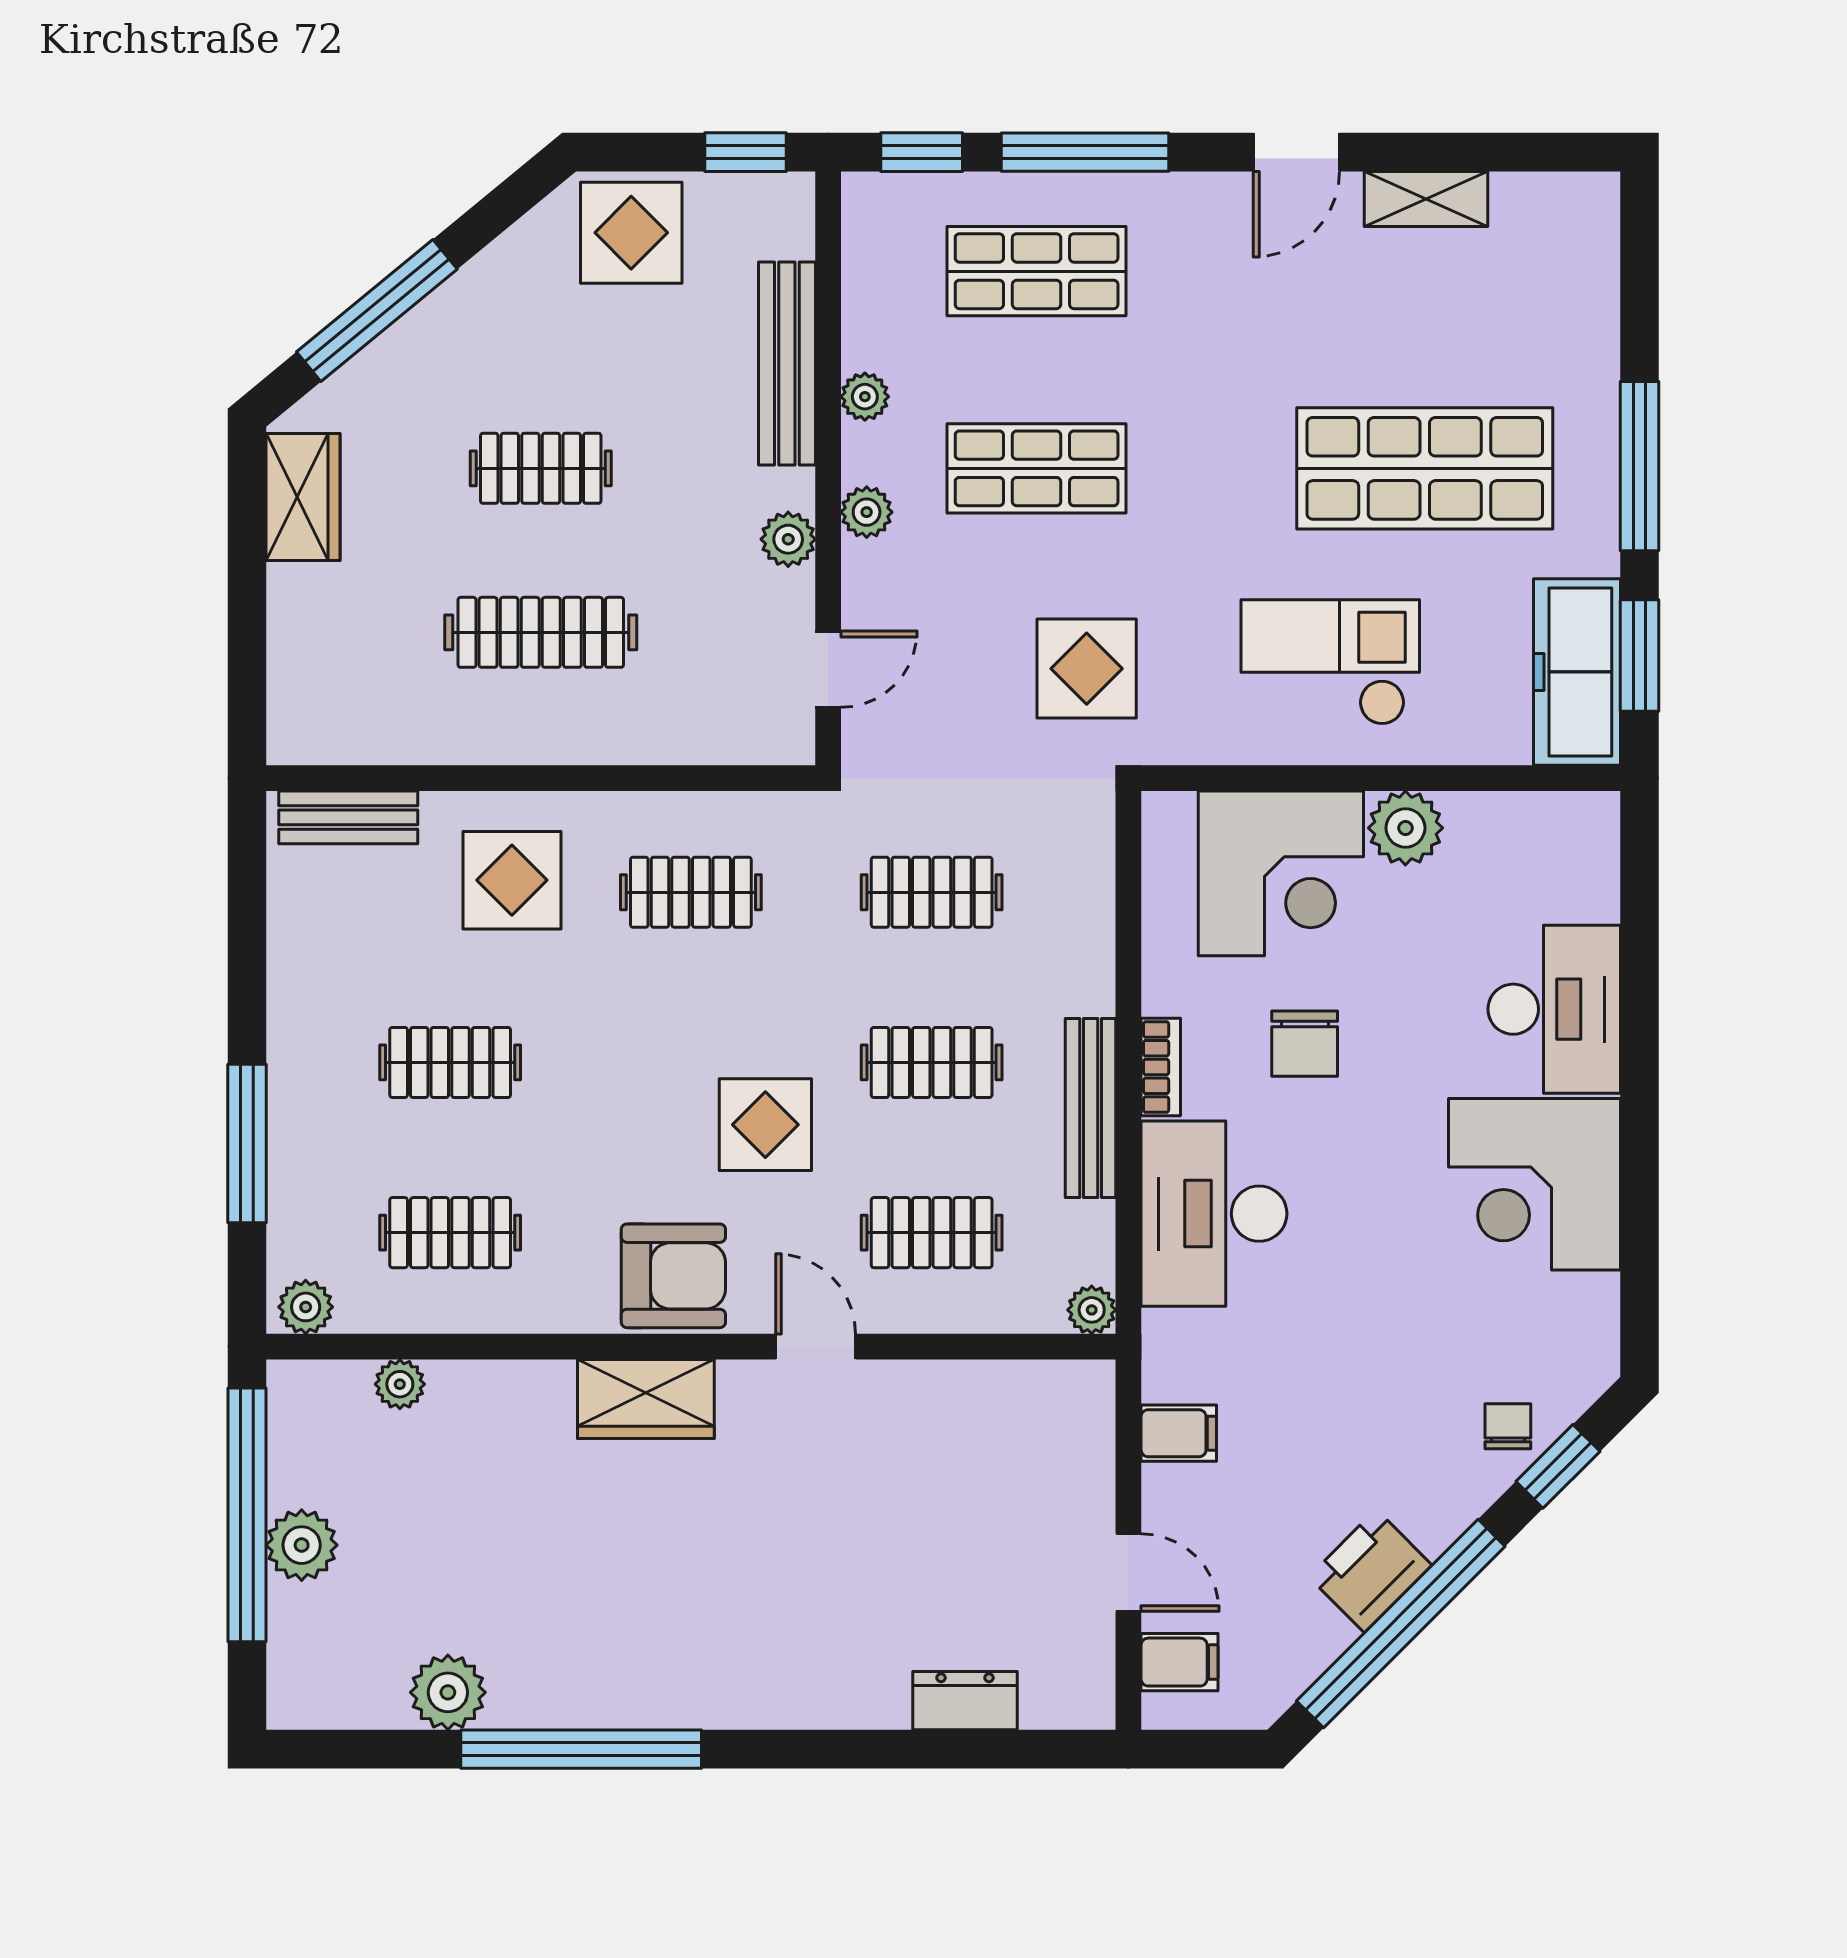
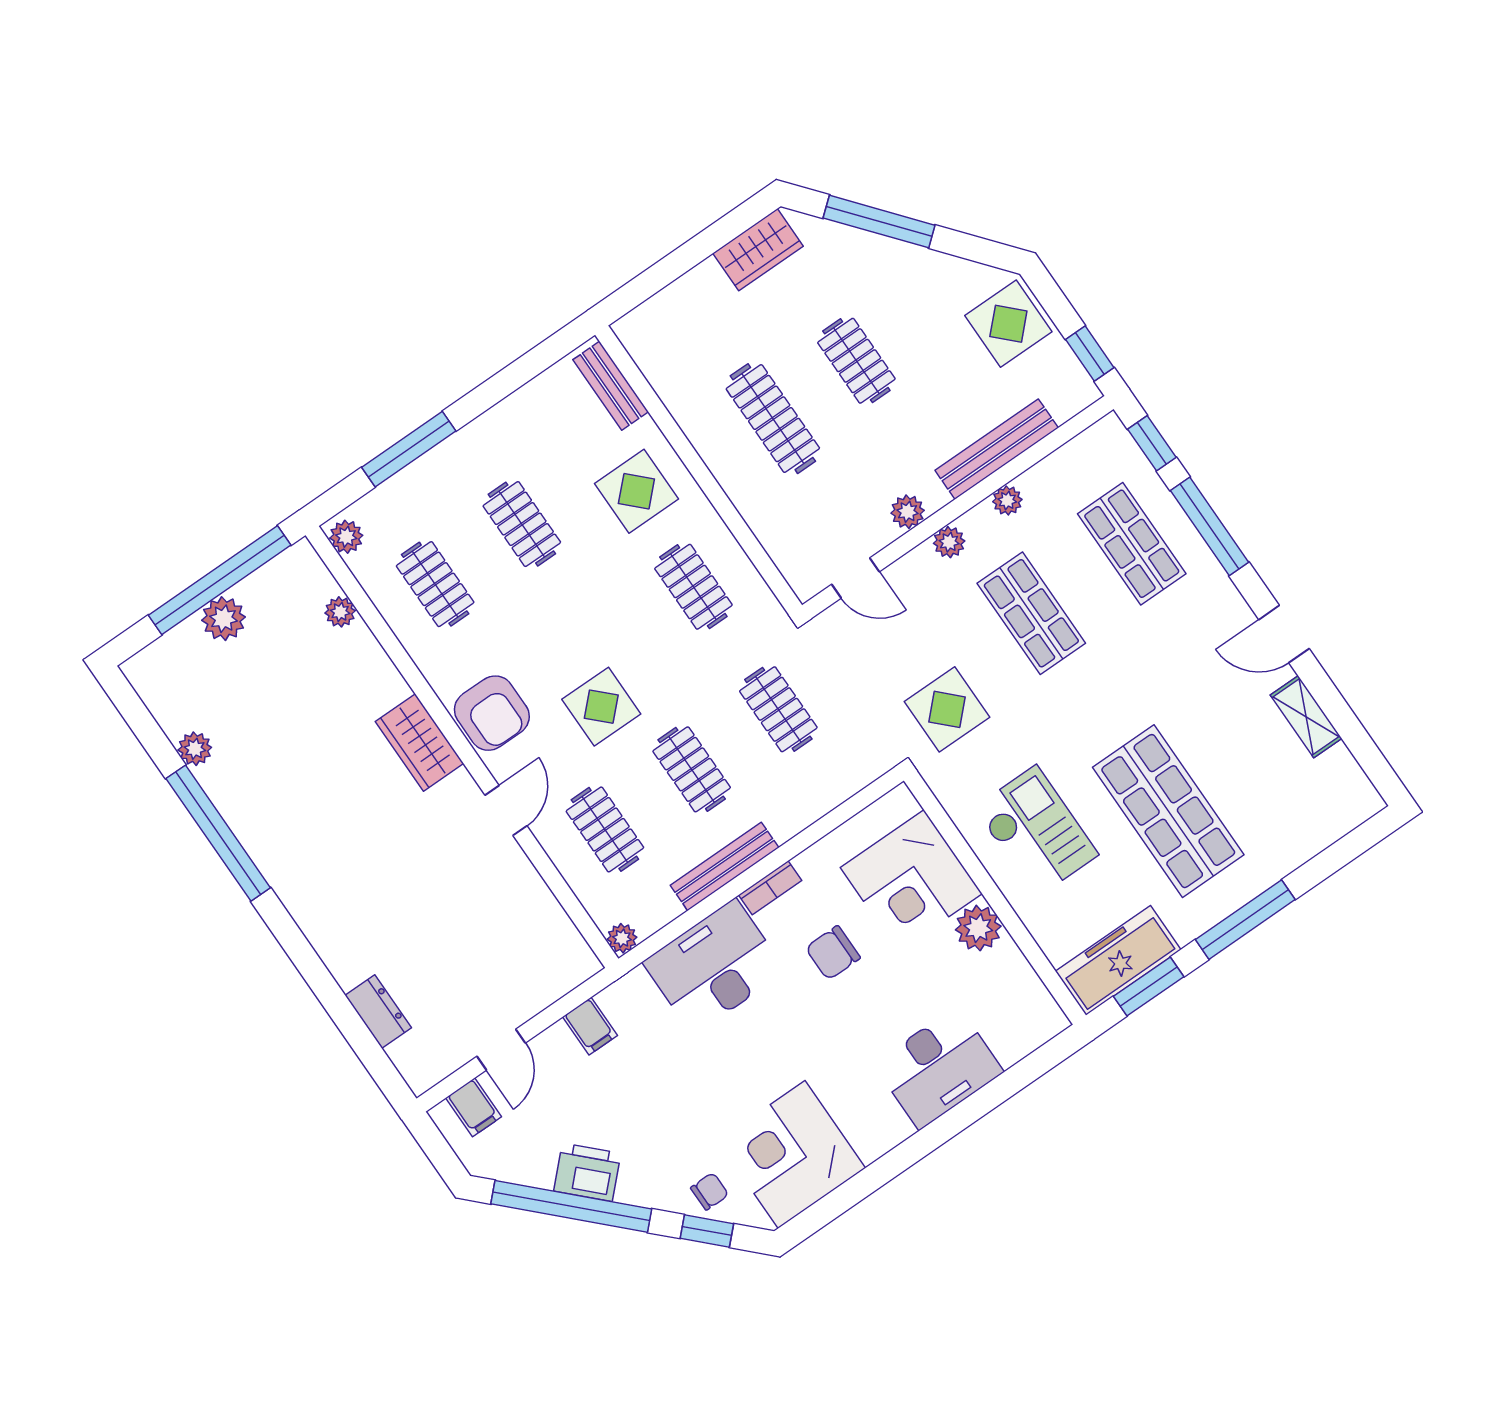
corner desk: (1534, 1184) -> (792, 1155), moved
plant: (448, 1692) -> (195, 749), width x0.73, depth x0.73

